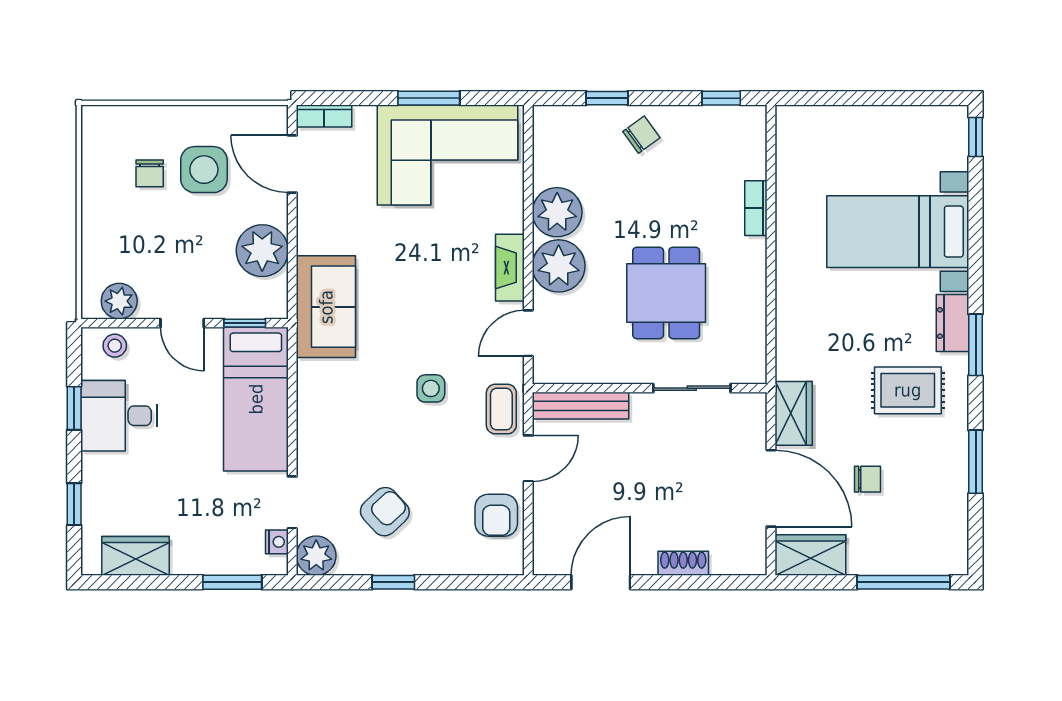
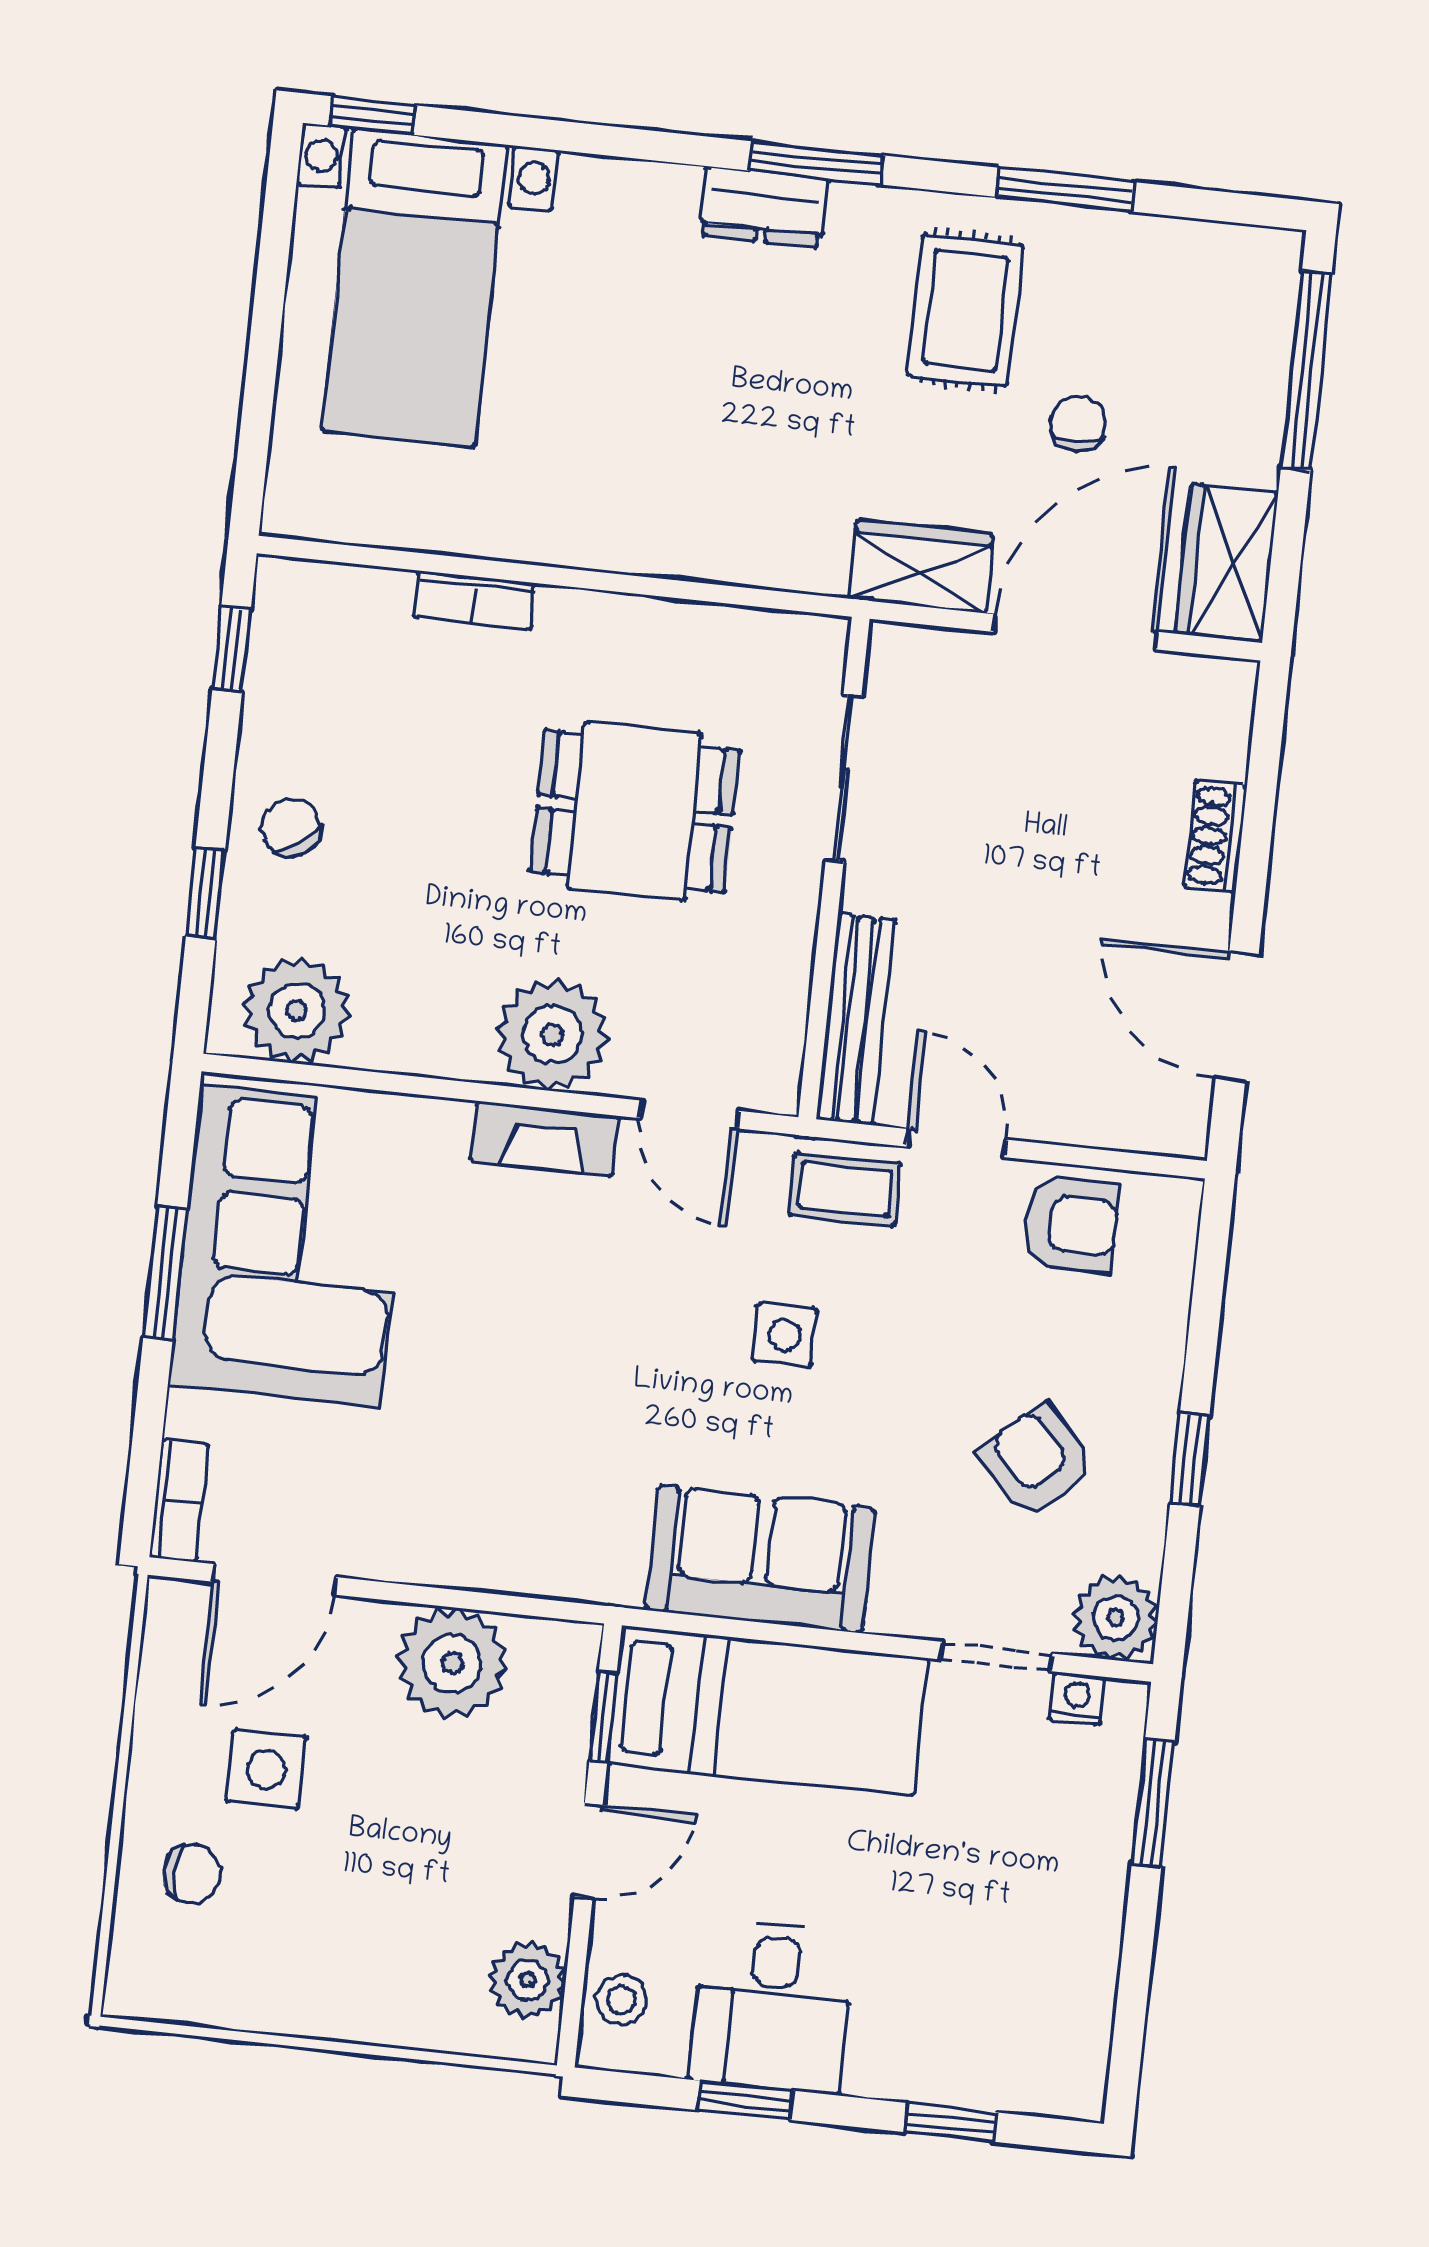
side table: (204, 170) -> (266, 1769), width x0.73, depth x0.73
chair: (150, 173) -> (192, 1874), moved
plant: (557, 212) -> (297, 1010), moved
bed with nightstands: (898, 232) -> (414, 288), moved
sofa: (326, 307) -> (761, 1559), moved
rug: (908, 390) -> (966, 310), moved
wardrobe: (135, 556) -> (1075, 2003), removed

